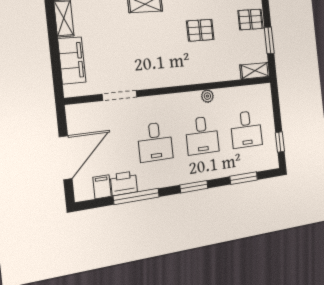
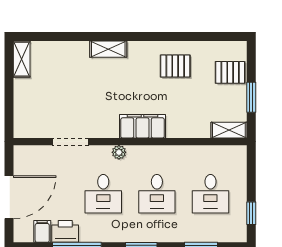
pallet: (200, 30) -> (175, 66), moved
filing cabinet: (72, 60) -> (143, 126), moved, turned -90
plant: (207, 96) -> (119, 152), moved

